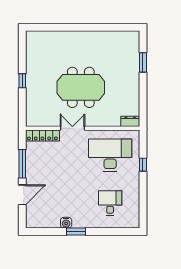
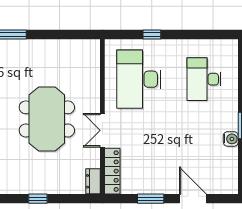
dresser: (130, 121) -> (93, 181), moved
window: (22, 164) -> (151, 199), width x0.69
desk: (110, 203) -> (204, 79), width x1.37

